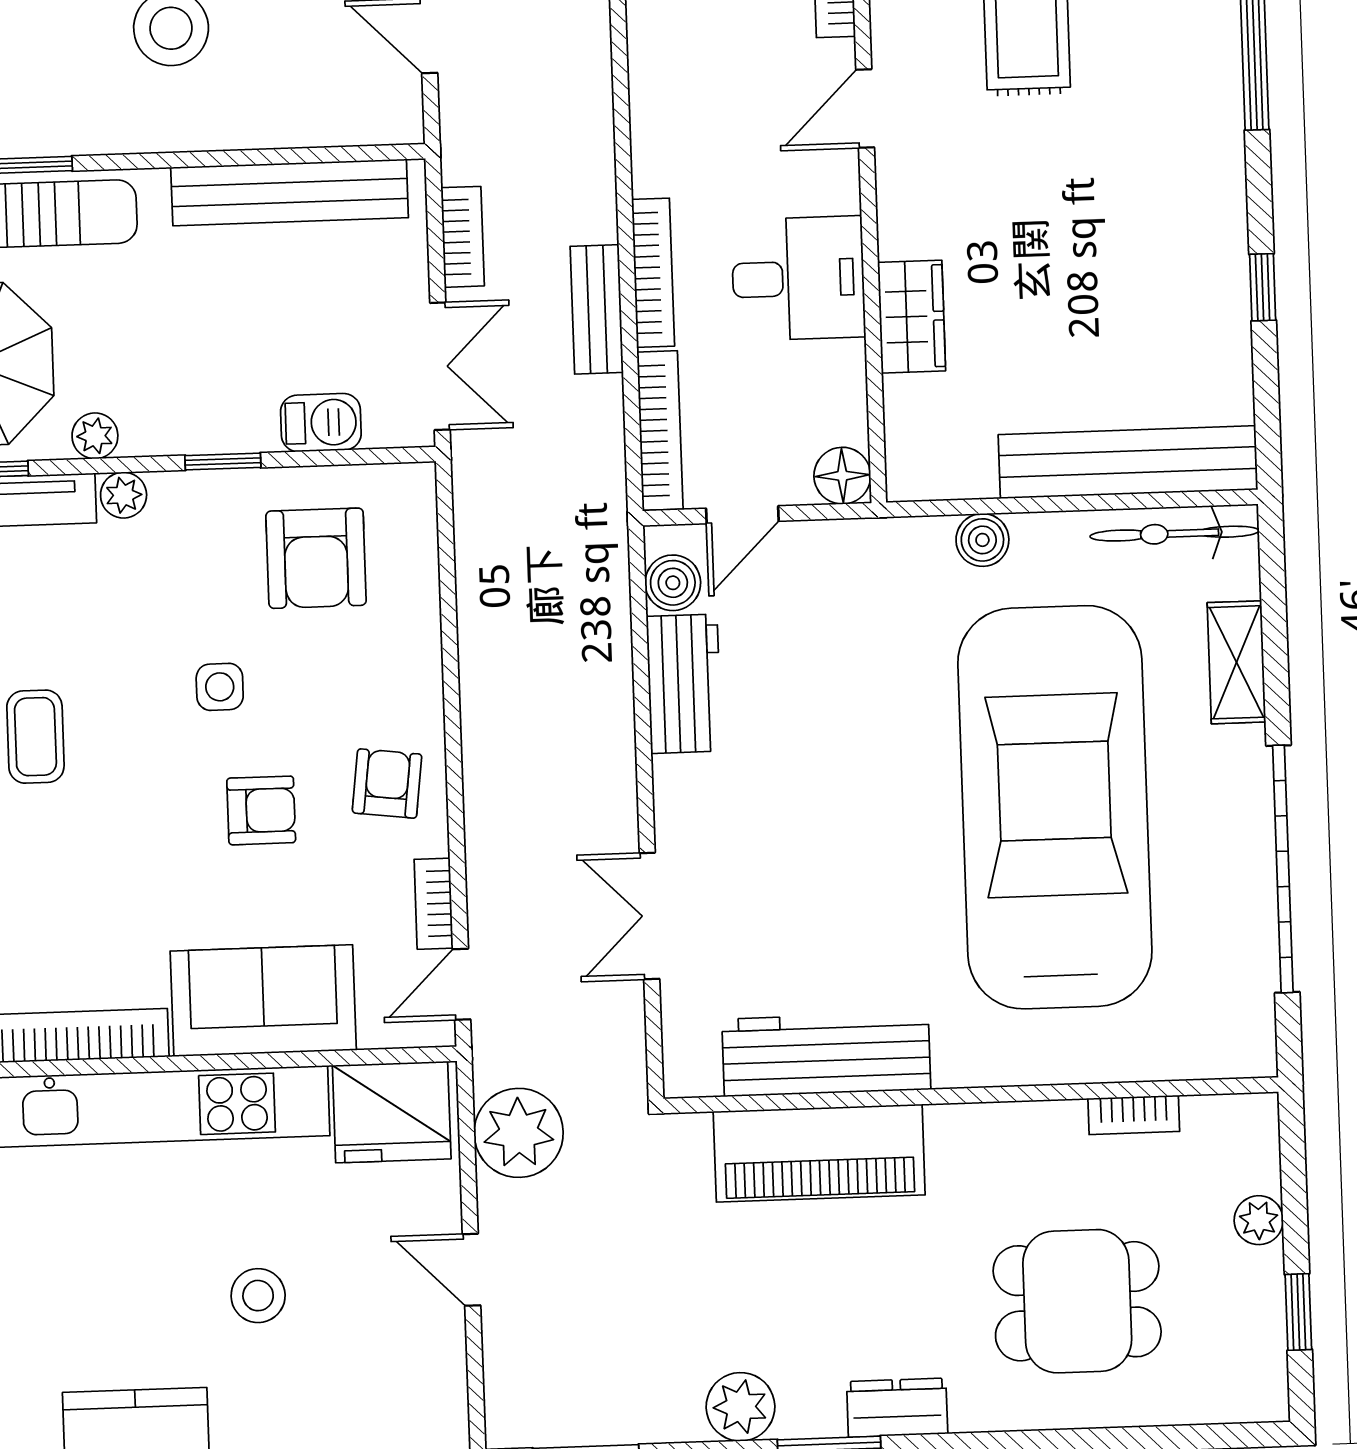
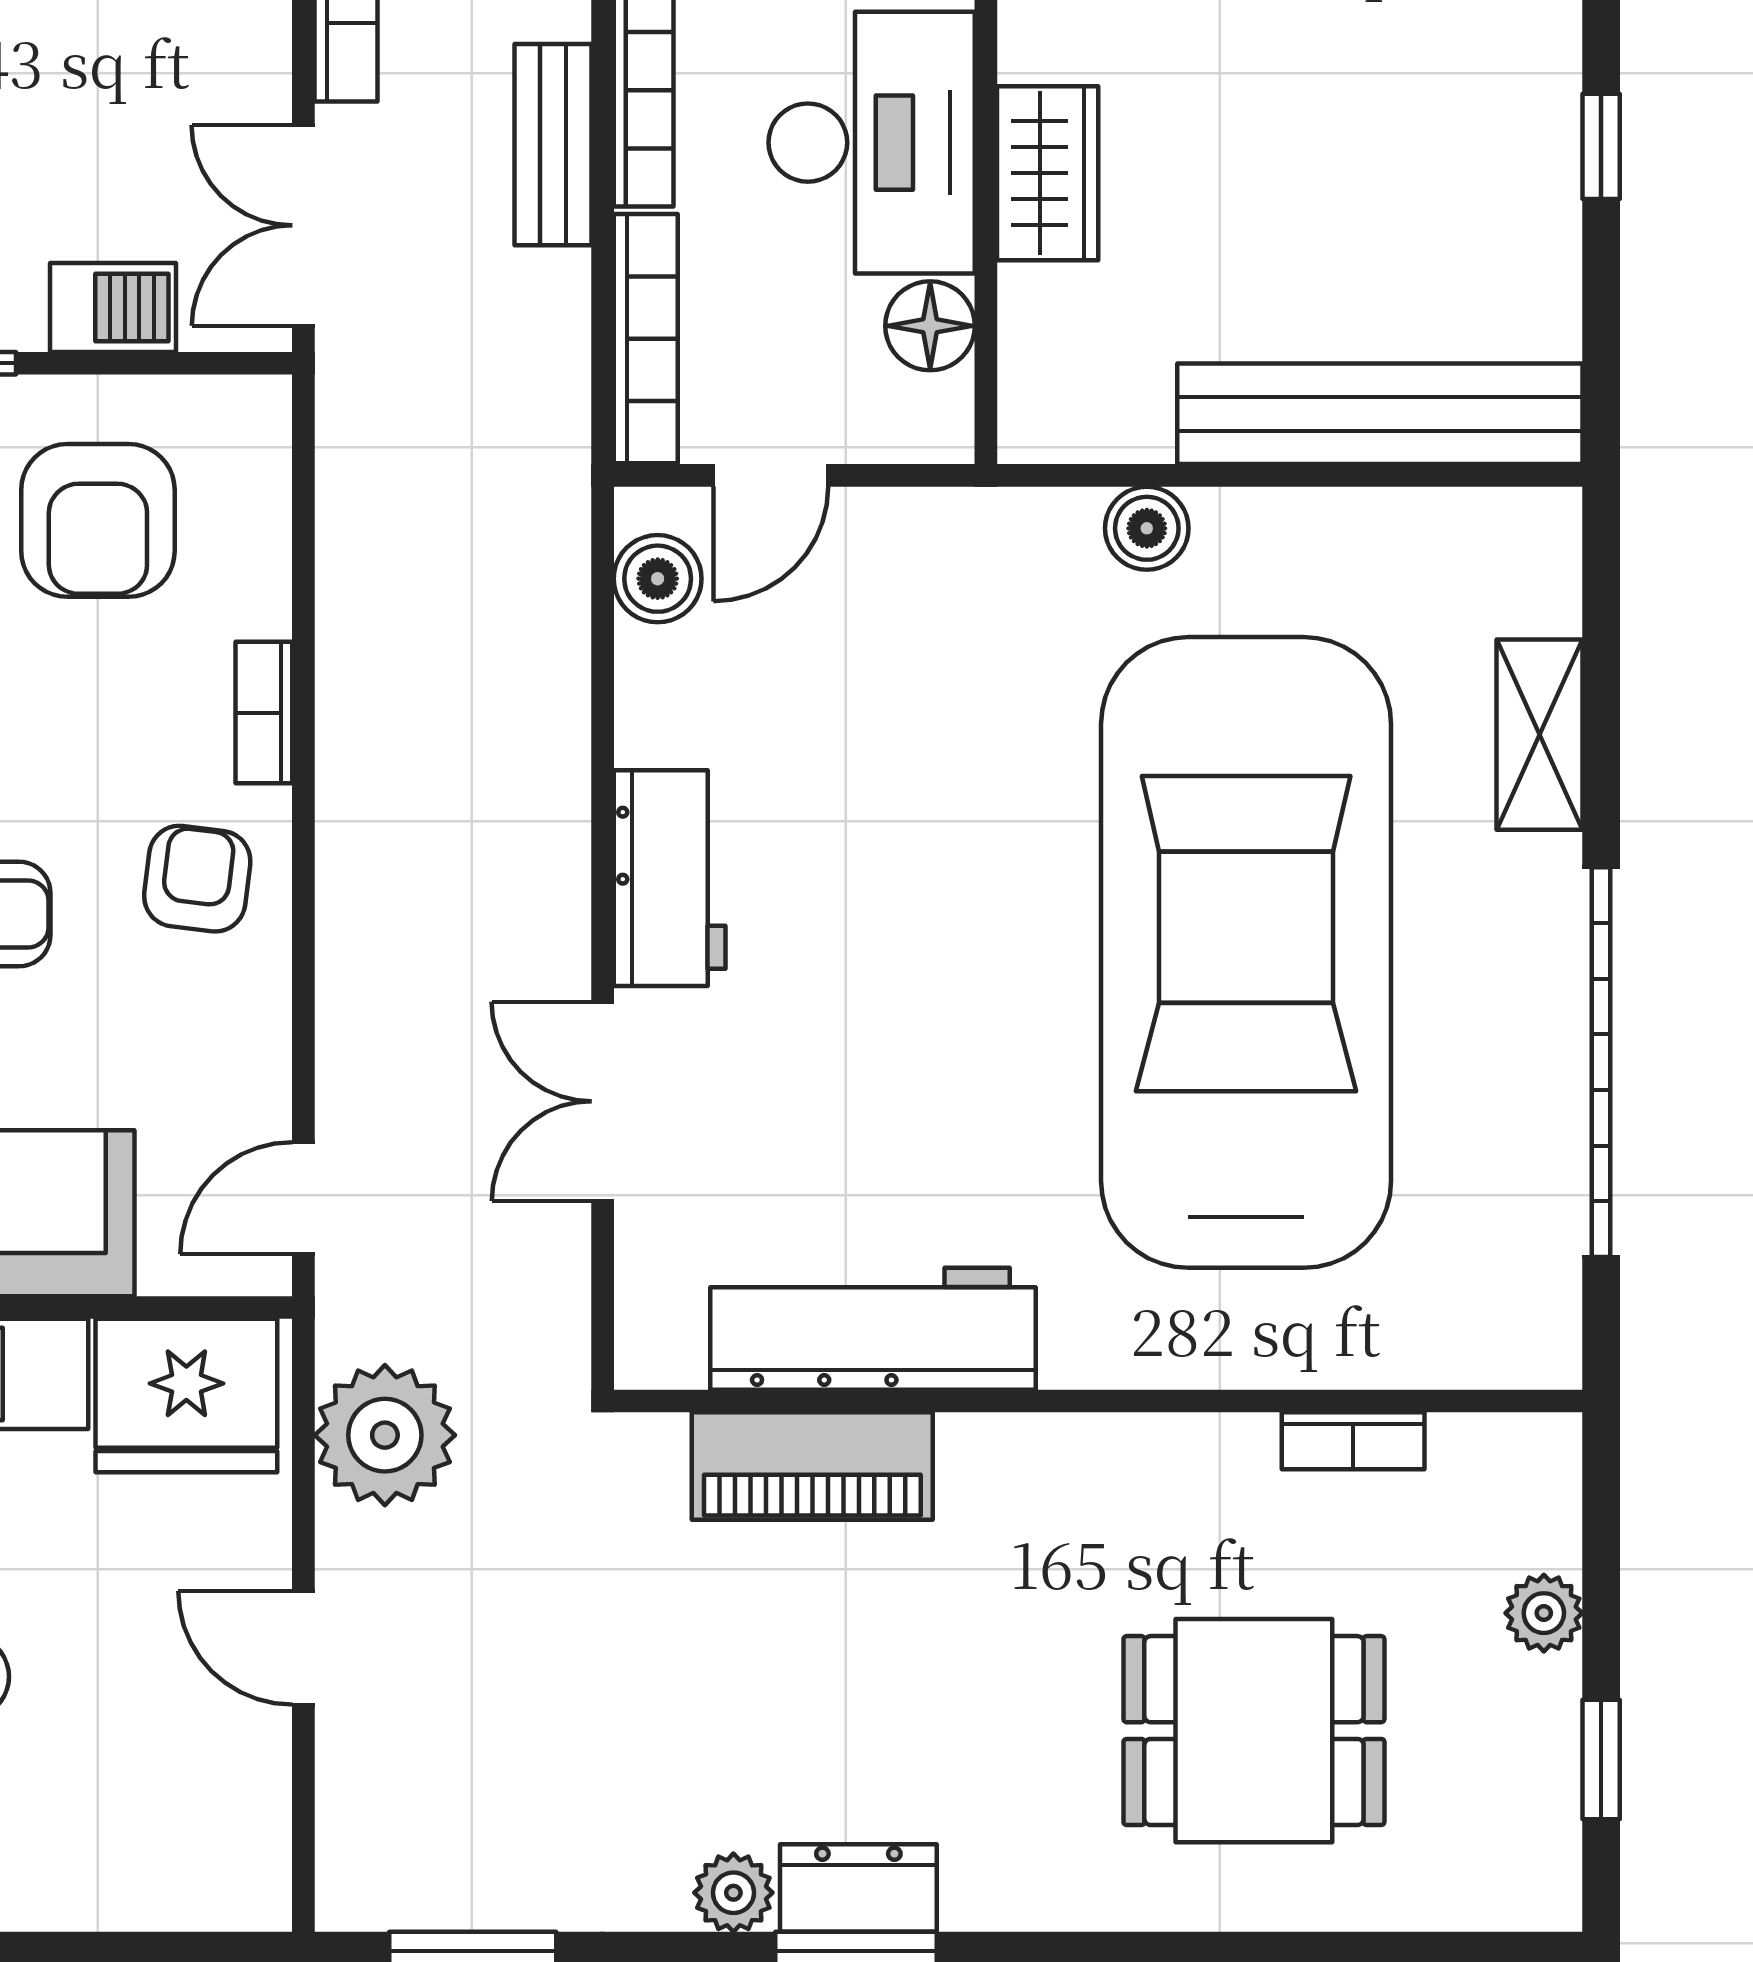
desk: (798, 278) -> (872, 143), width x1.37
double door: (440, 366) -> (303, 225), swing flipped
floor lamp: (842, 476) -> (930, 326), moved
bicycle: (1175, 534) -> (1449, 529), removed
workbench: (684, 684) -> (670, 878), moved
bookcase: (434, 904) -> (264, 713), moved
piano: (819, 1153) -> (812, 1466), width x0.73, depth x0.75
plant: (740, 1407) -> (733, 1893), width x0.73, depth x0.73
dresser: (897, 1408) -> (858, 1888), moved

